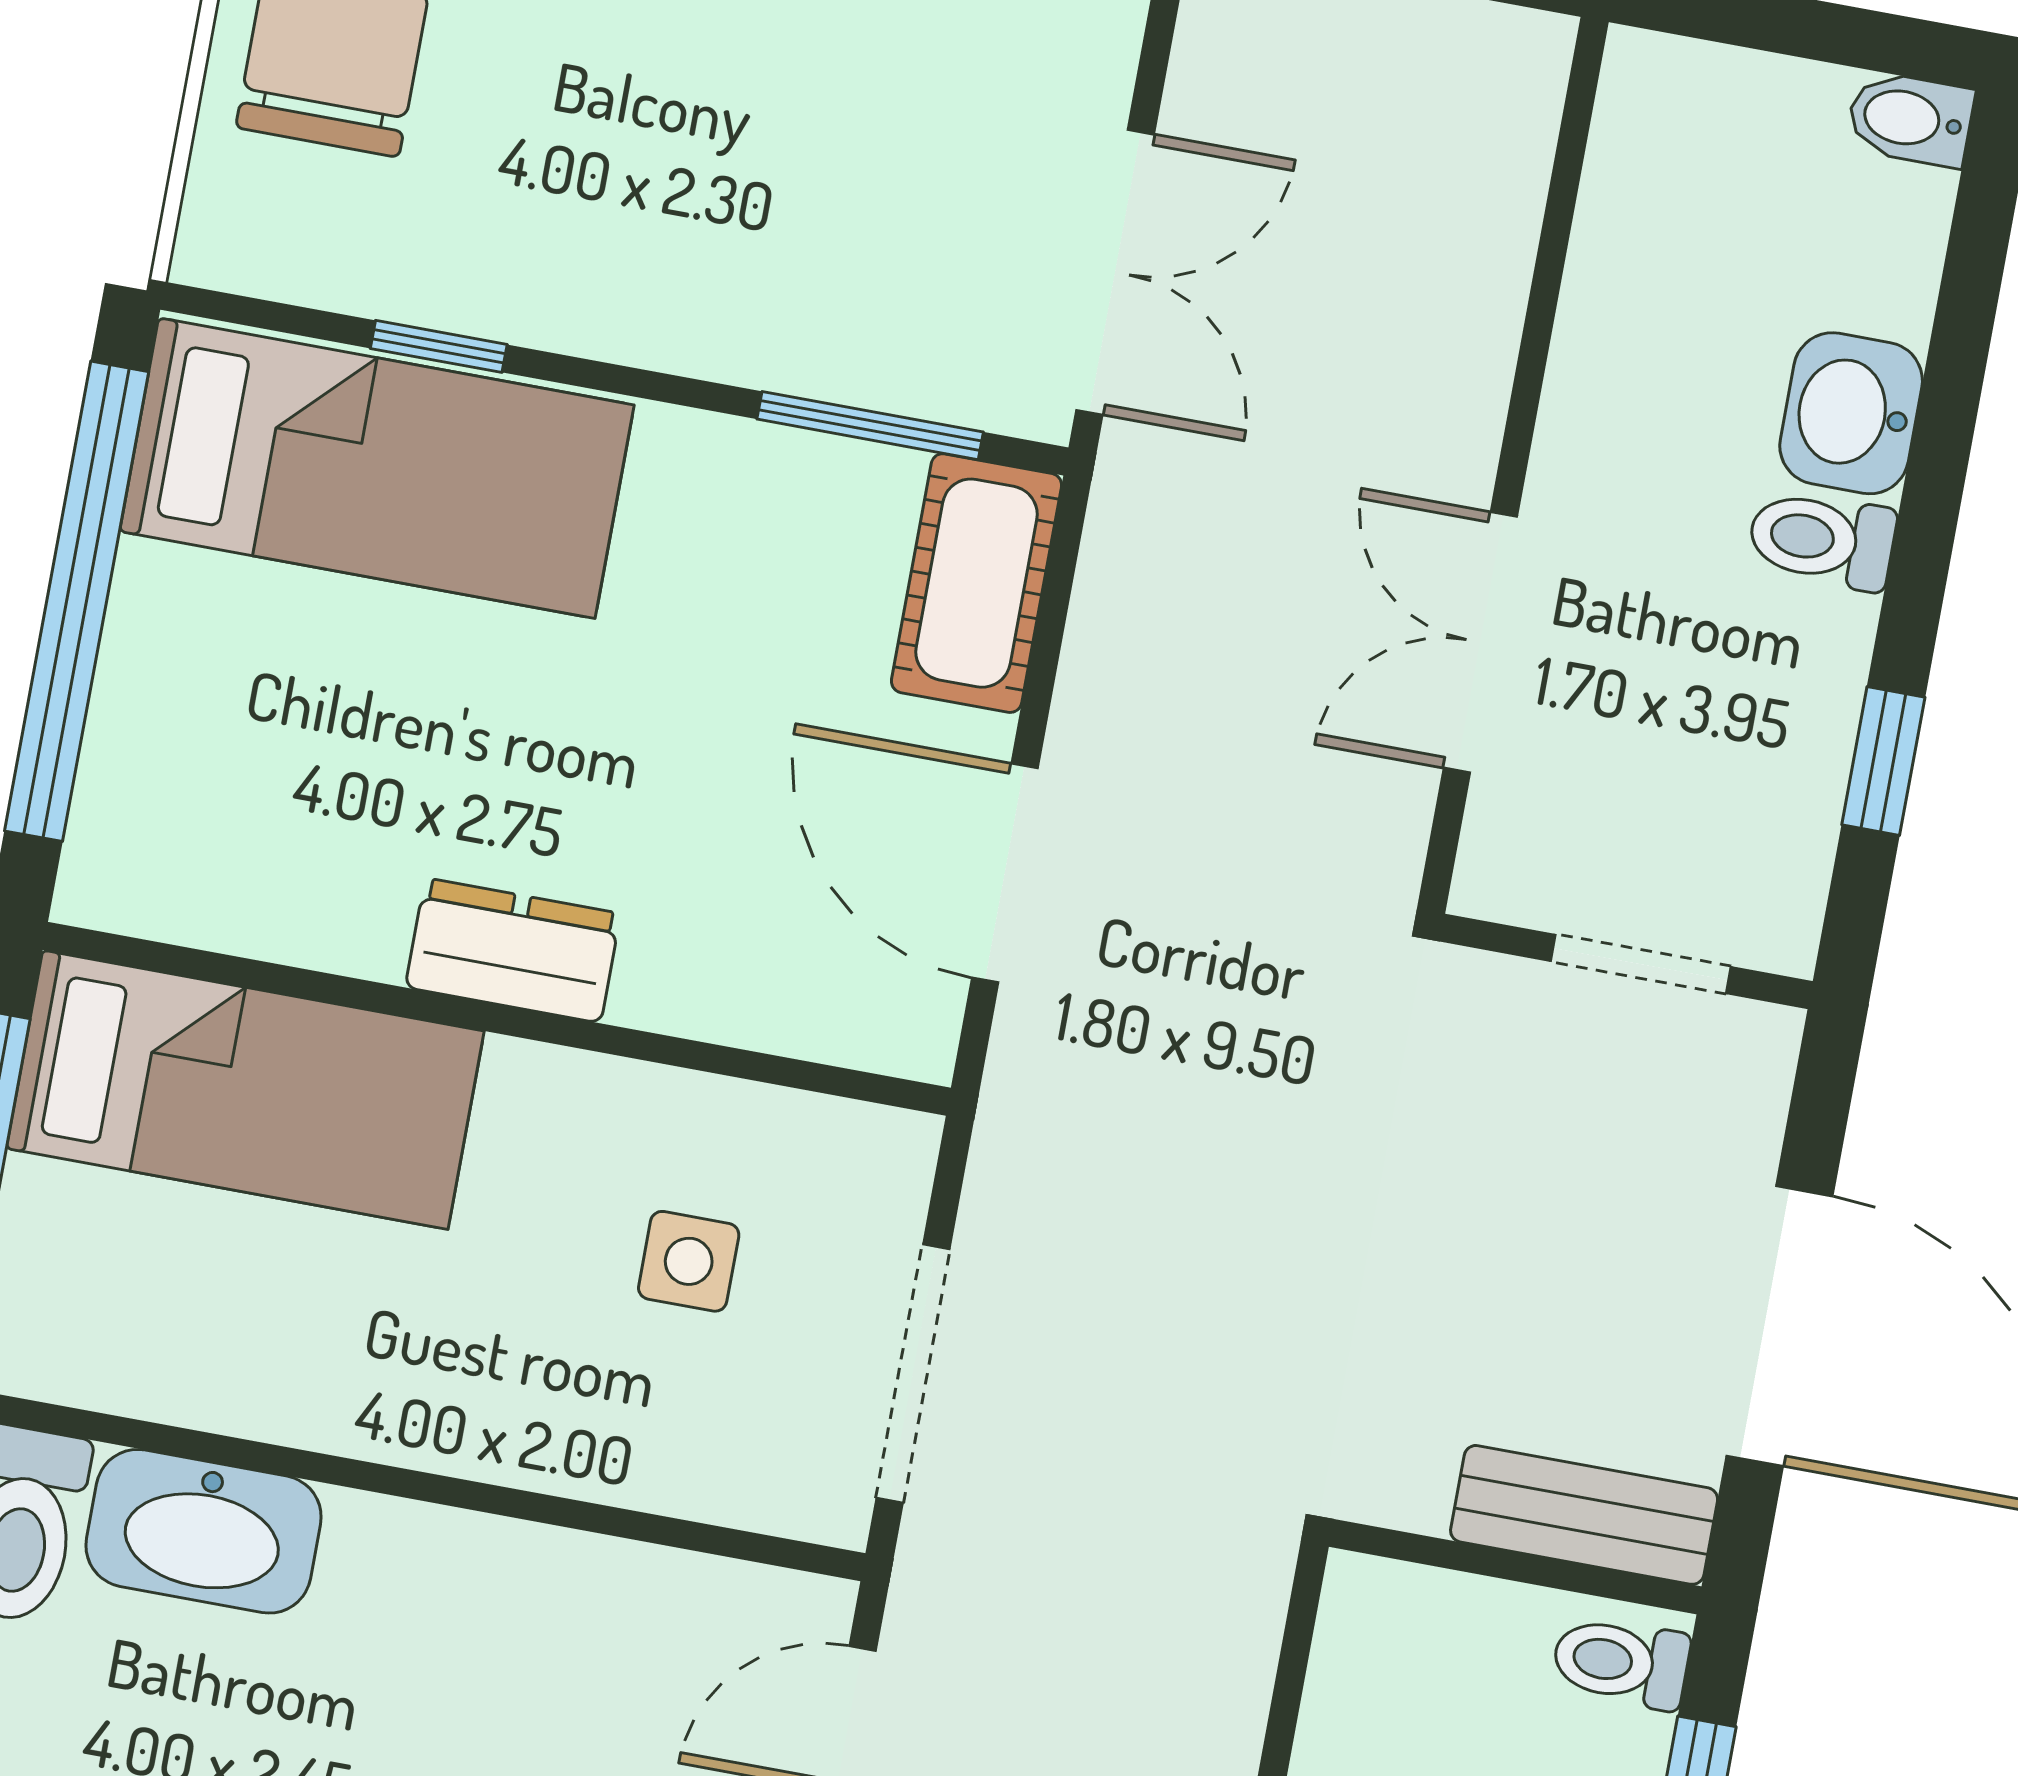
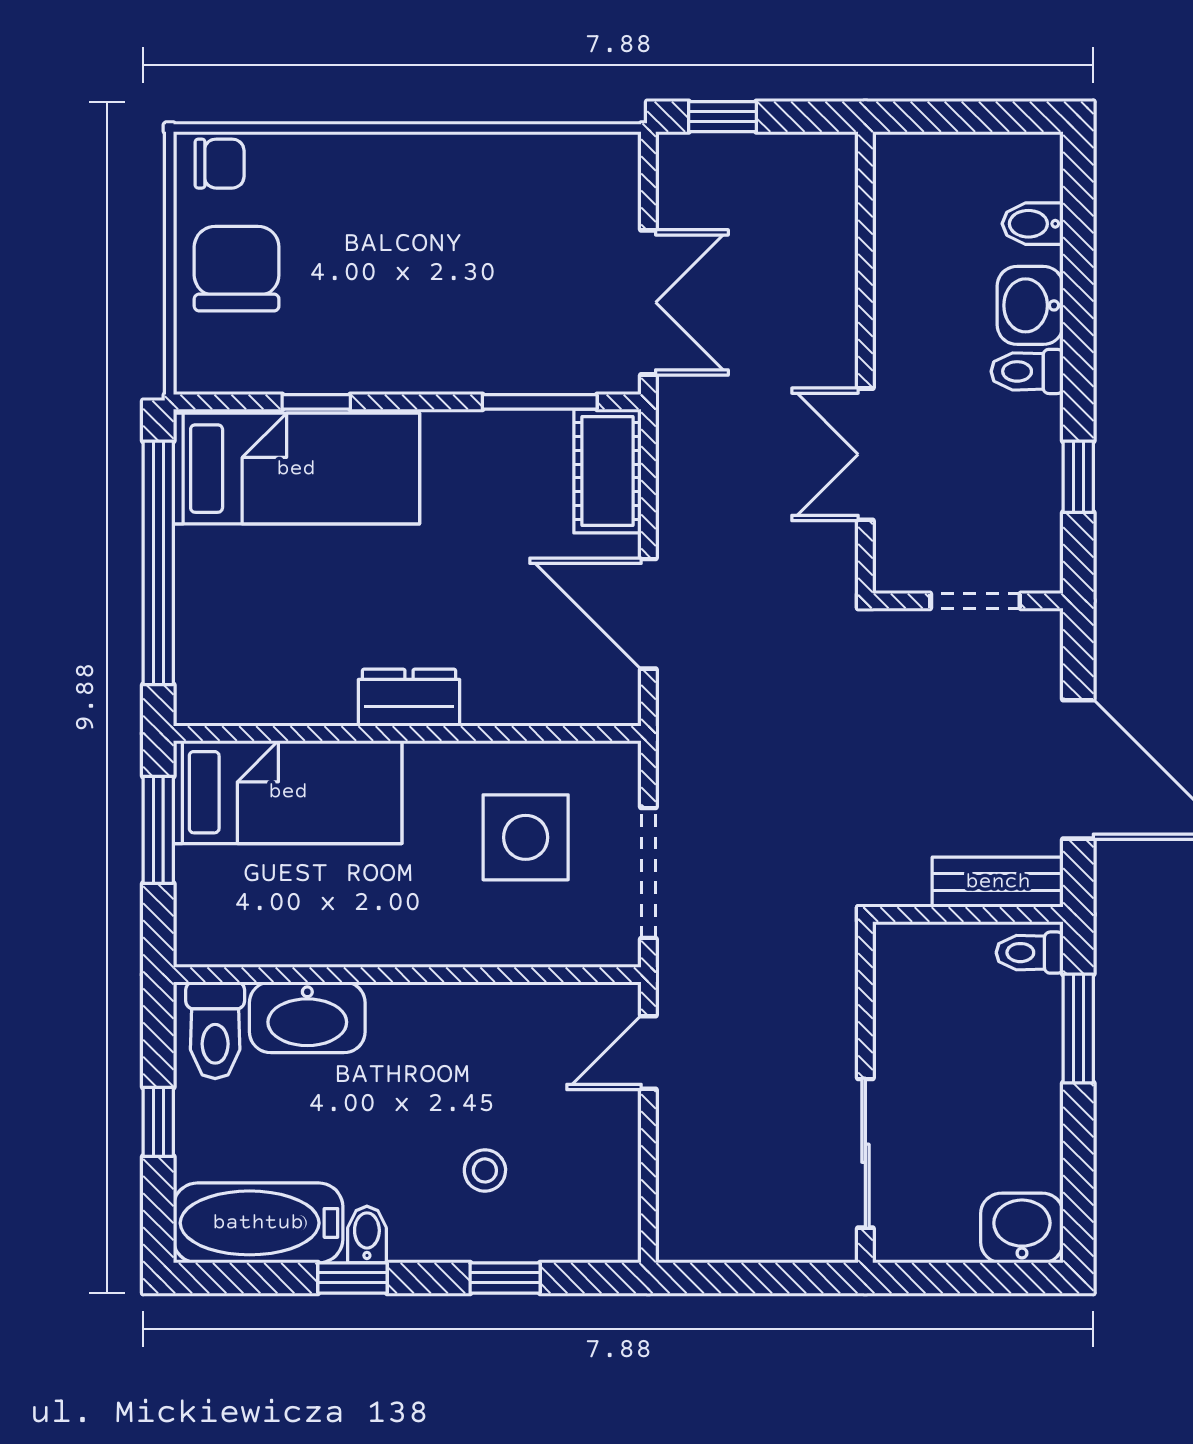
bidet: (1910, 119) -> (1033, 224), moved
side table: (689, 1261) -> (526, 837), width x1.87, depth x1.87

